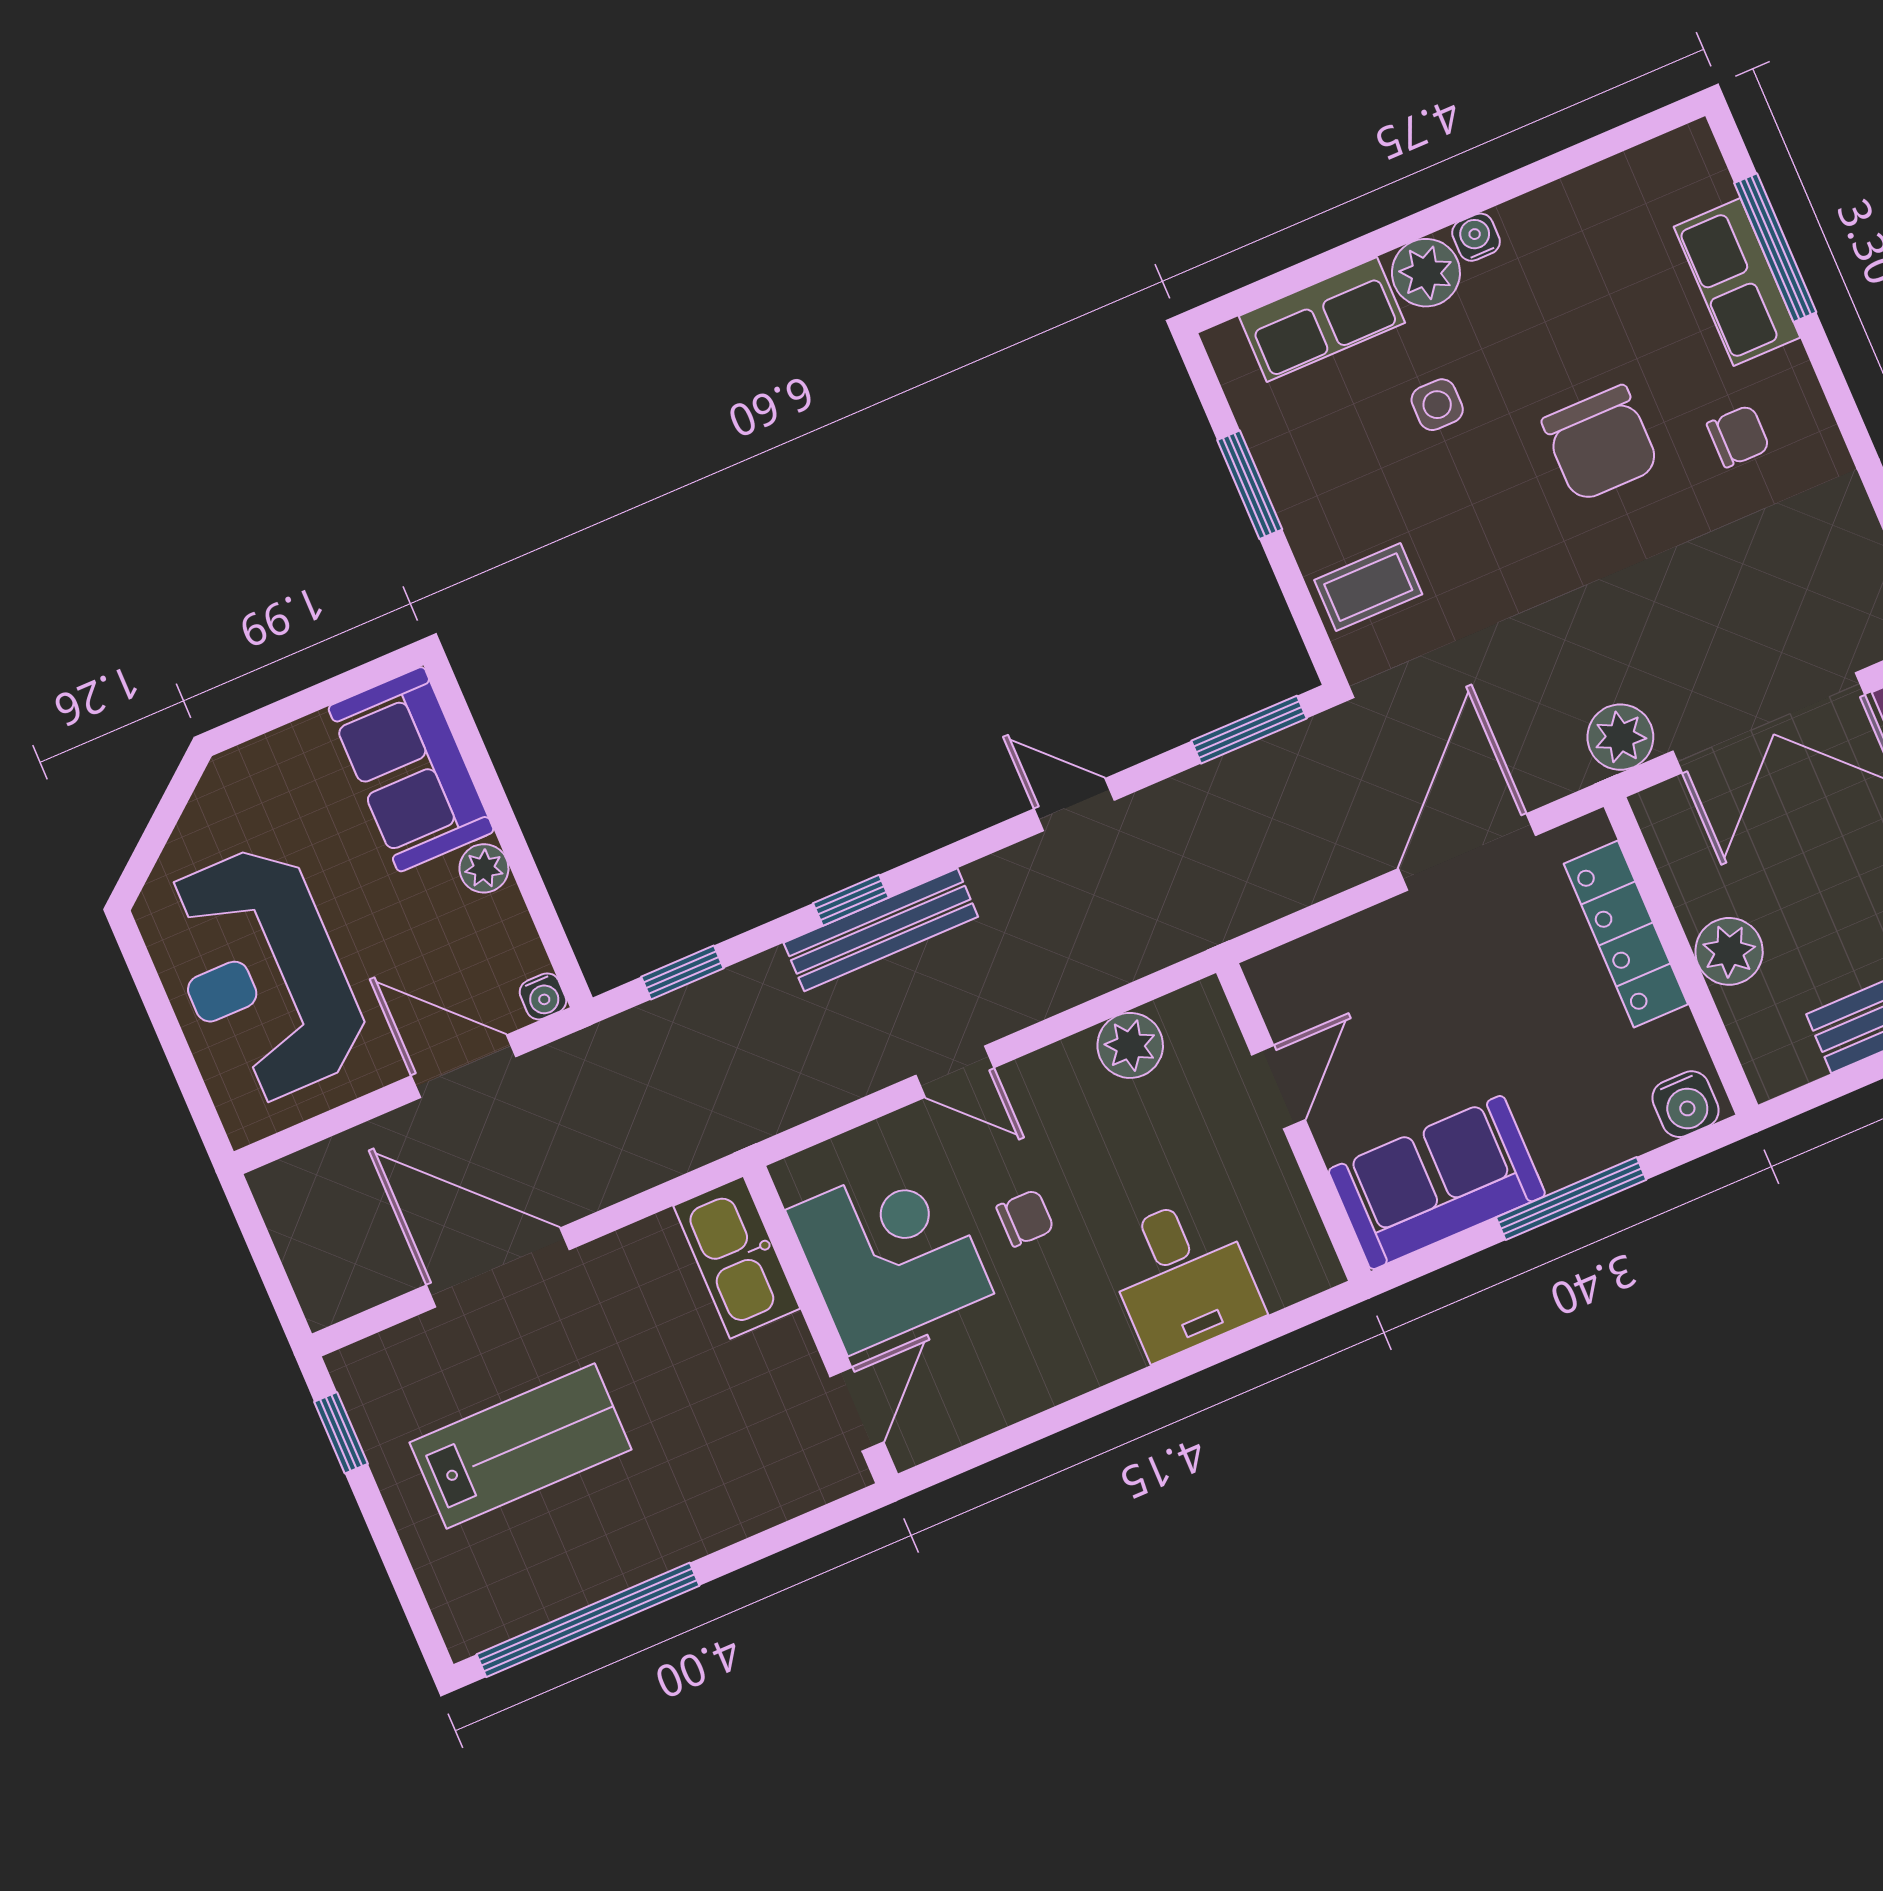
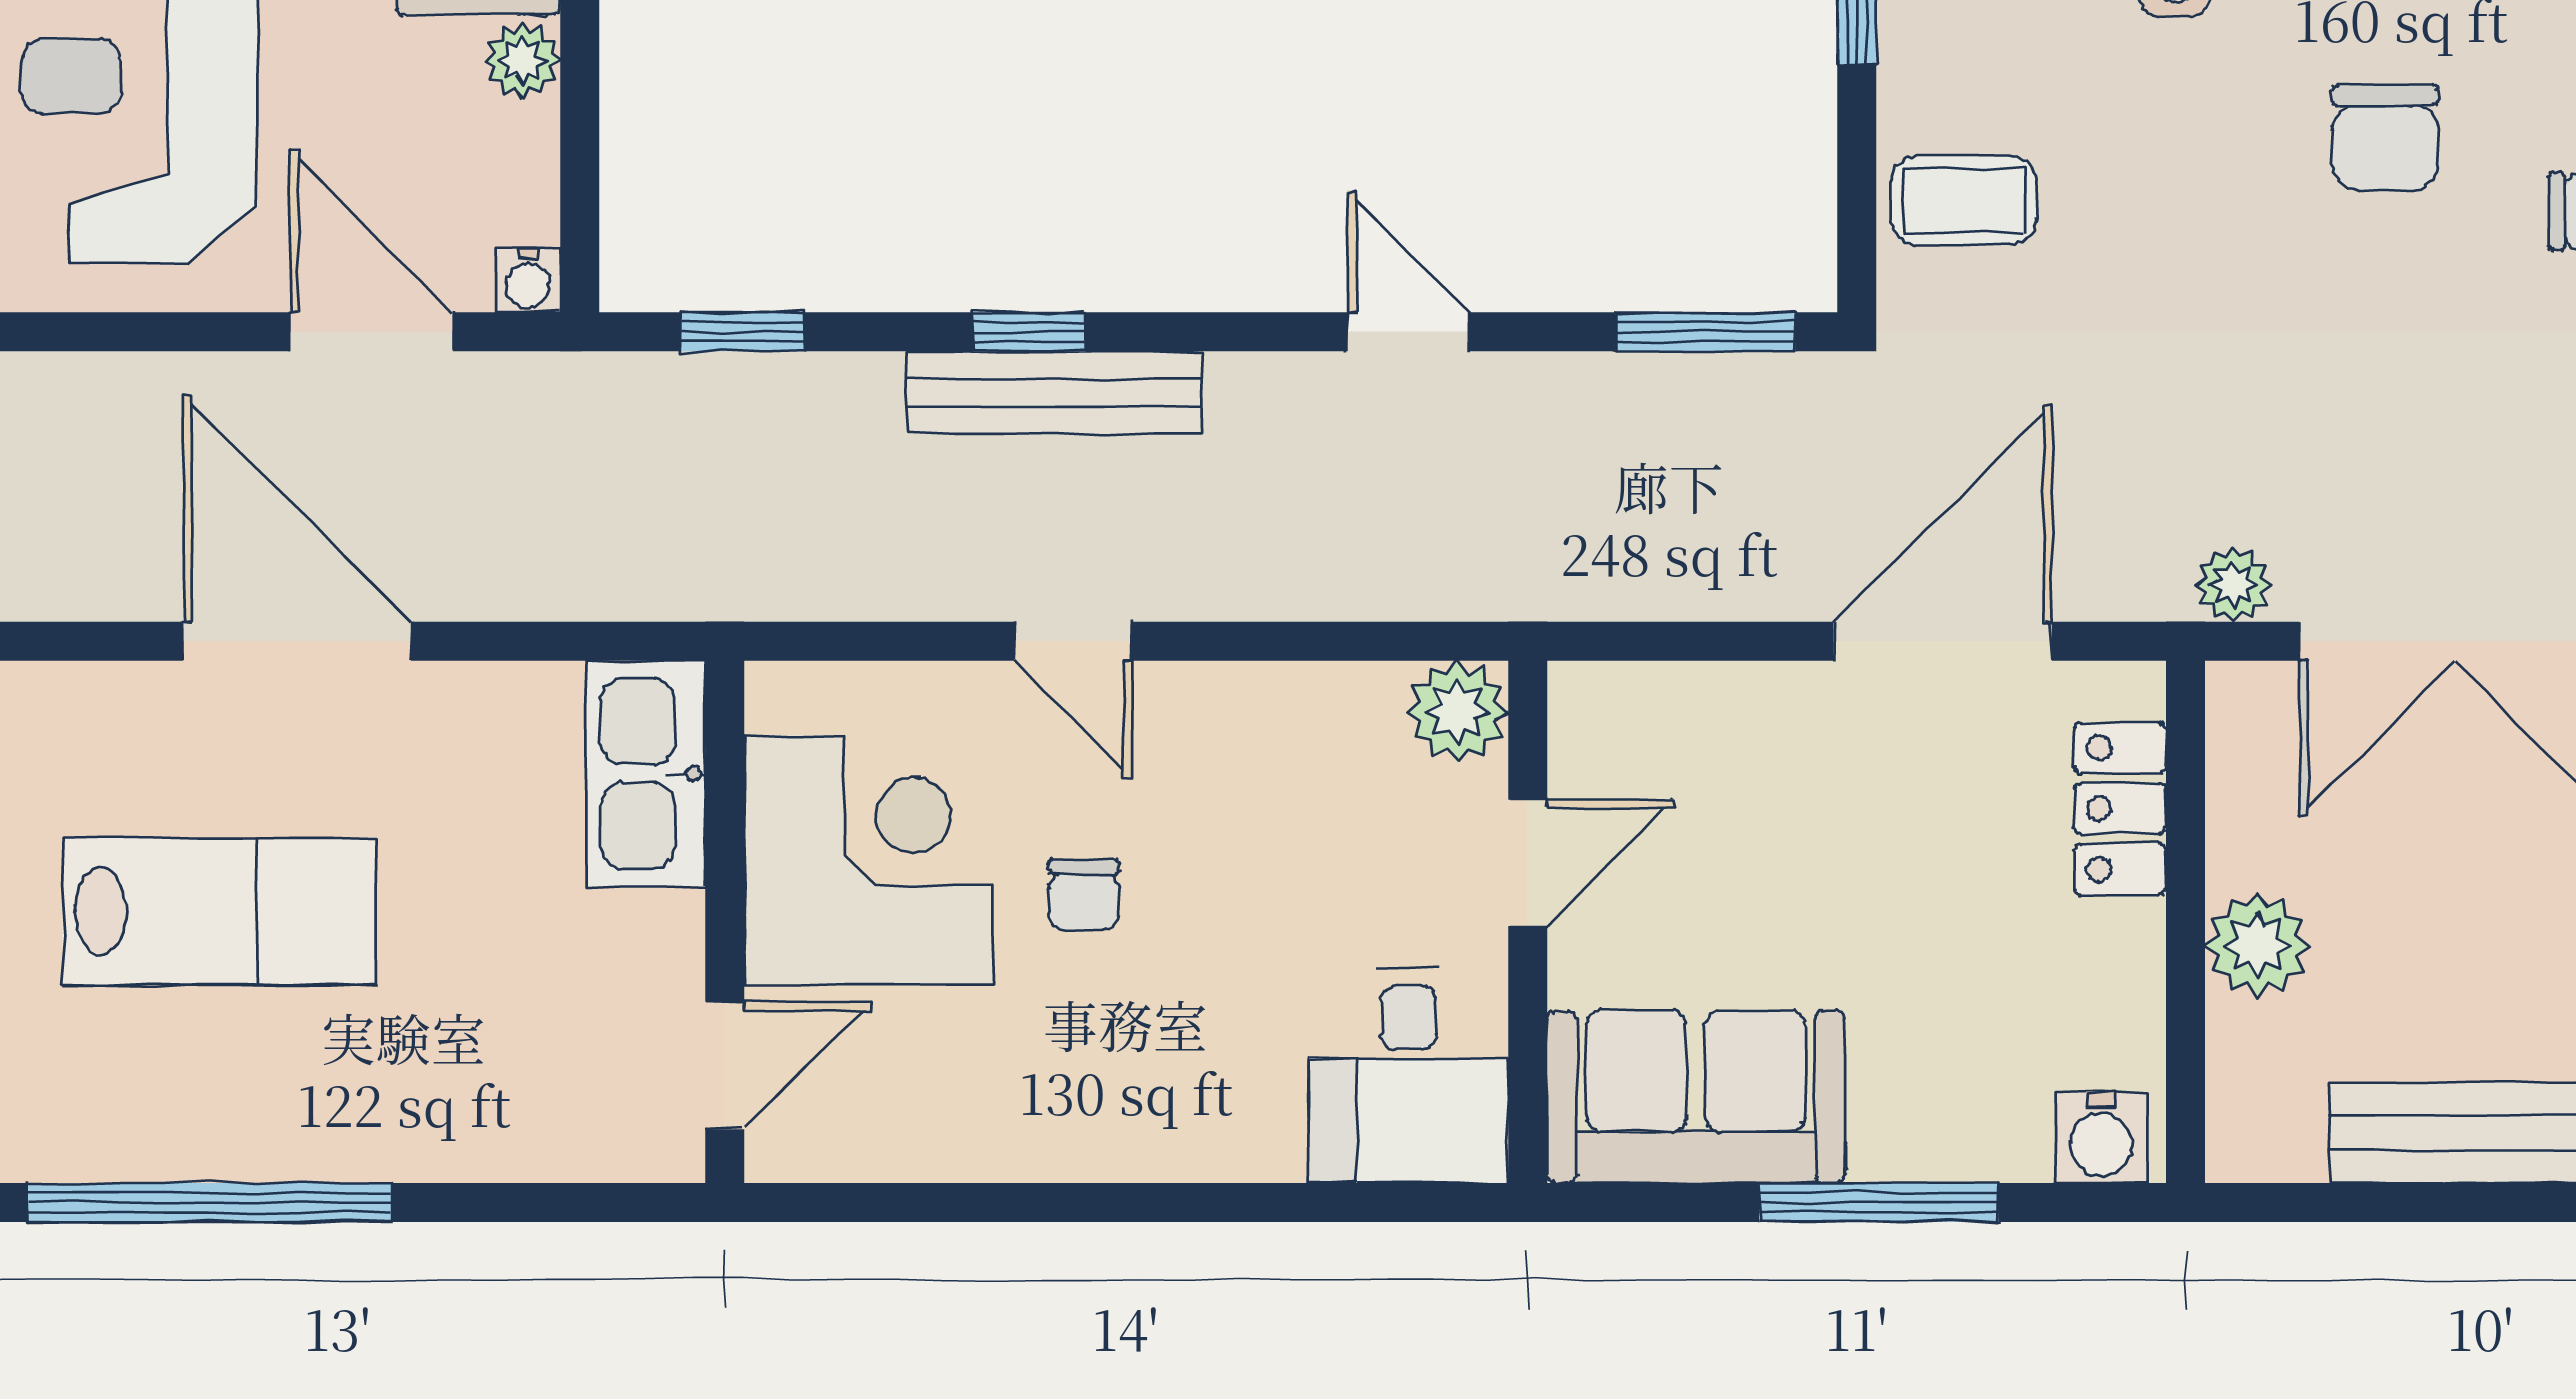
chair: (1600, 443) -> (2385, 137), width x0.73, depth x0.73
plant: (1620, 737) -> (2233, 585), width x0.73, depth x0.73
locker: (1626, 934) -> (2120, 809), width x0.66
plant: (1130, 1045) -> (1457, 712), moved
chair: (1025, 1218) -> (1084, 895), turned 90
desk: (1182, 1277) -> (1409, 1076), moved

